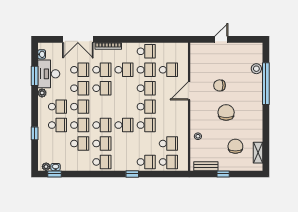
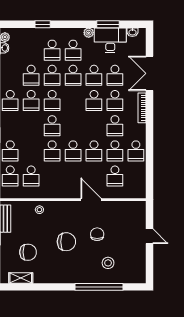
stool: (256, 69) -> (108, 263), moved

